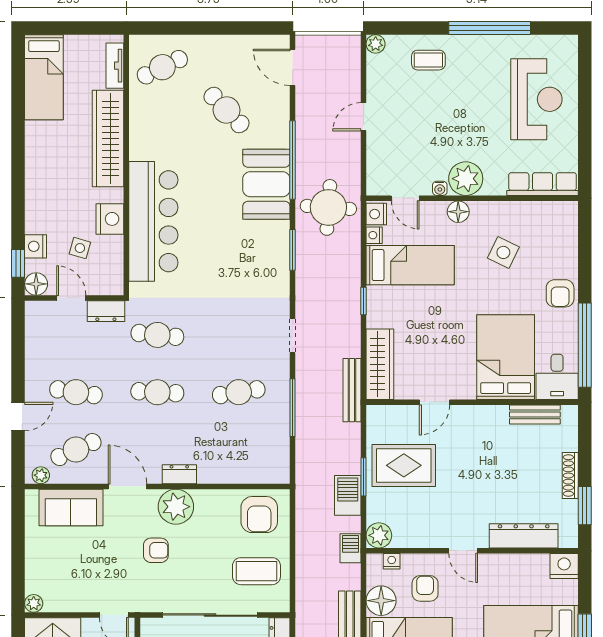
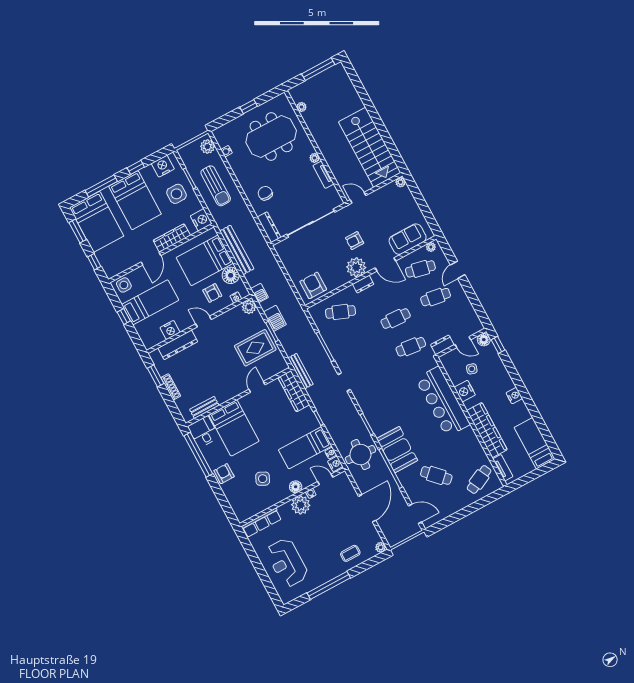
door: (364, 117) -> (367, 508), width x1.88
nightstand: (35, 246) -> (514, 396), moved
cafe table: (239, 392) -> (341, 312), moved, turned 30
cafe table: (76, 450) -> (420, 269), turned 36
nightstand: (564, 566) -> (170, 330), moved
coffee table: (256, 571) -> (300, 257), removed

